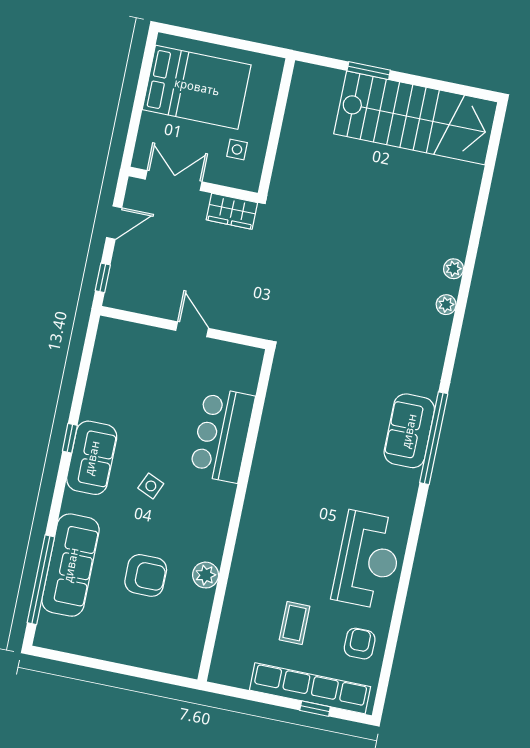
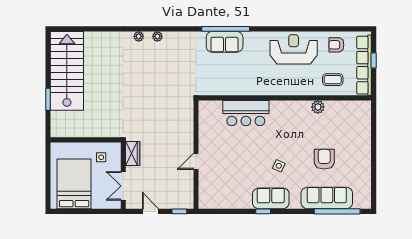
bar counter: (222, 435) -> (246, 113), moved
wall: (236, 515) -> (285, 98), moved
plant: (206, 575) -> (318, 107), moved

